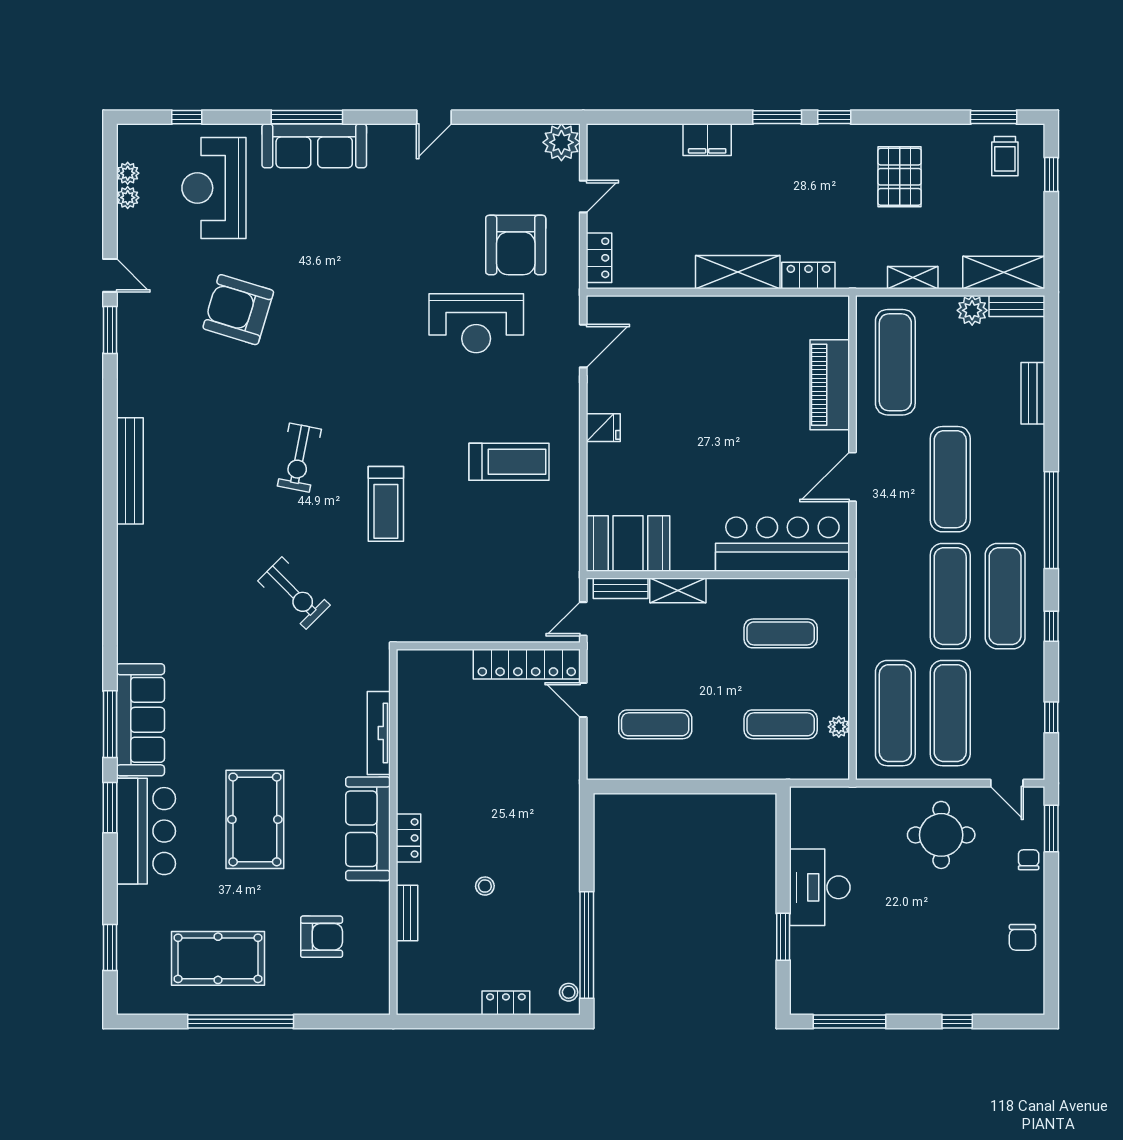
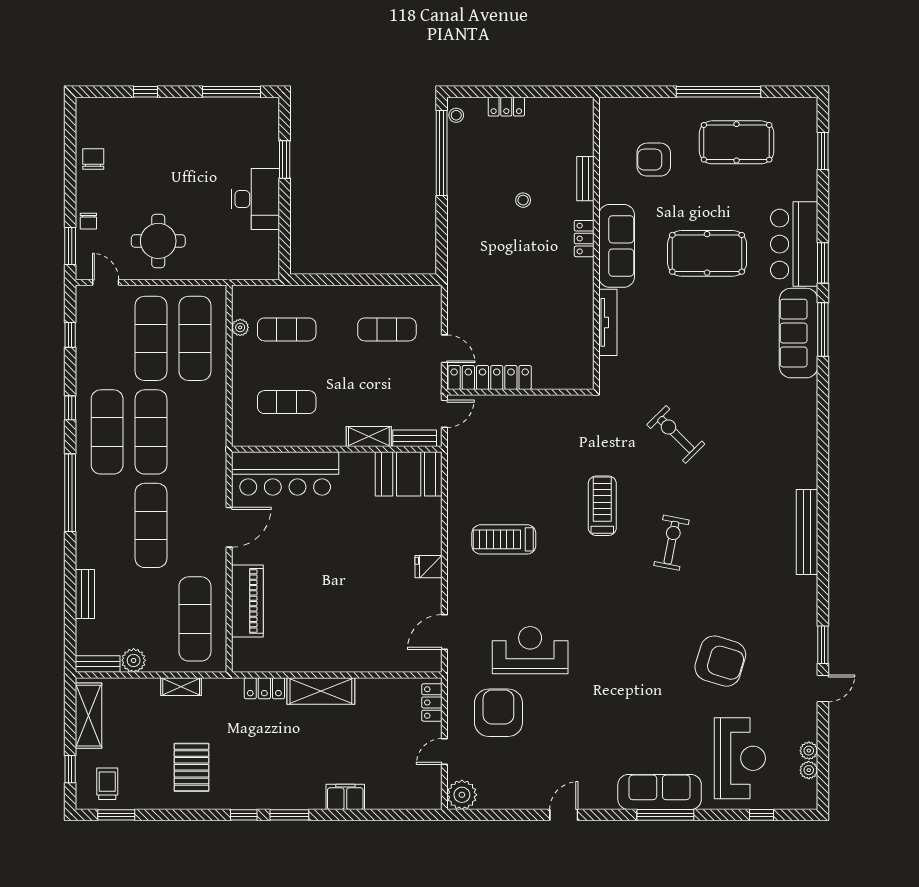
shelving: (1004, 273) -> (89, 716), moved, turned 90
door: (110, 275) -> (823, 688), swing flipped
pool table: (255, 819) -> (707, 253), turned 90

